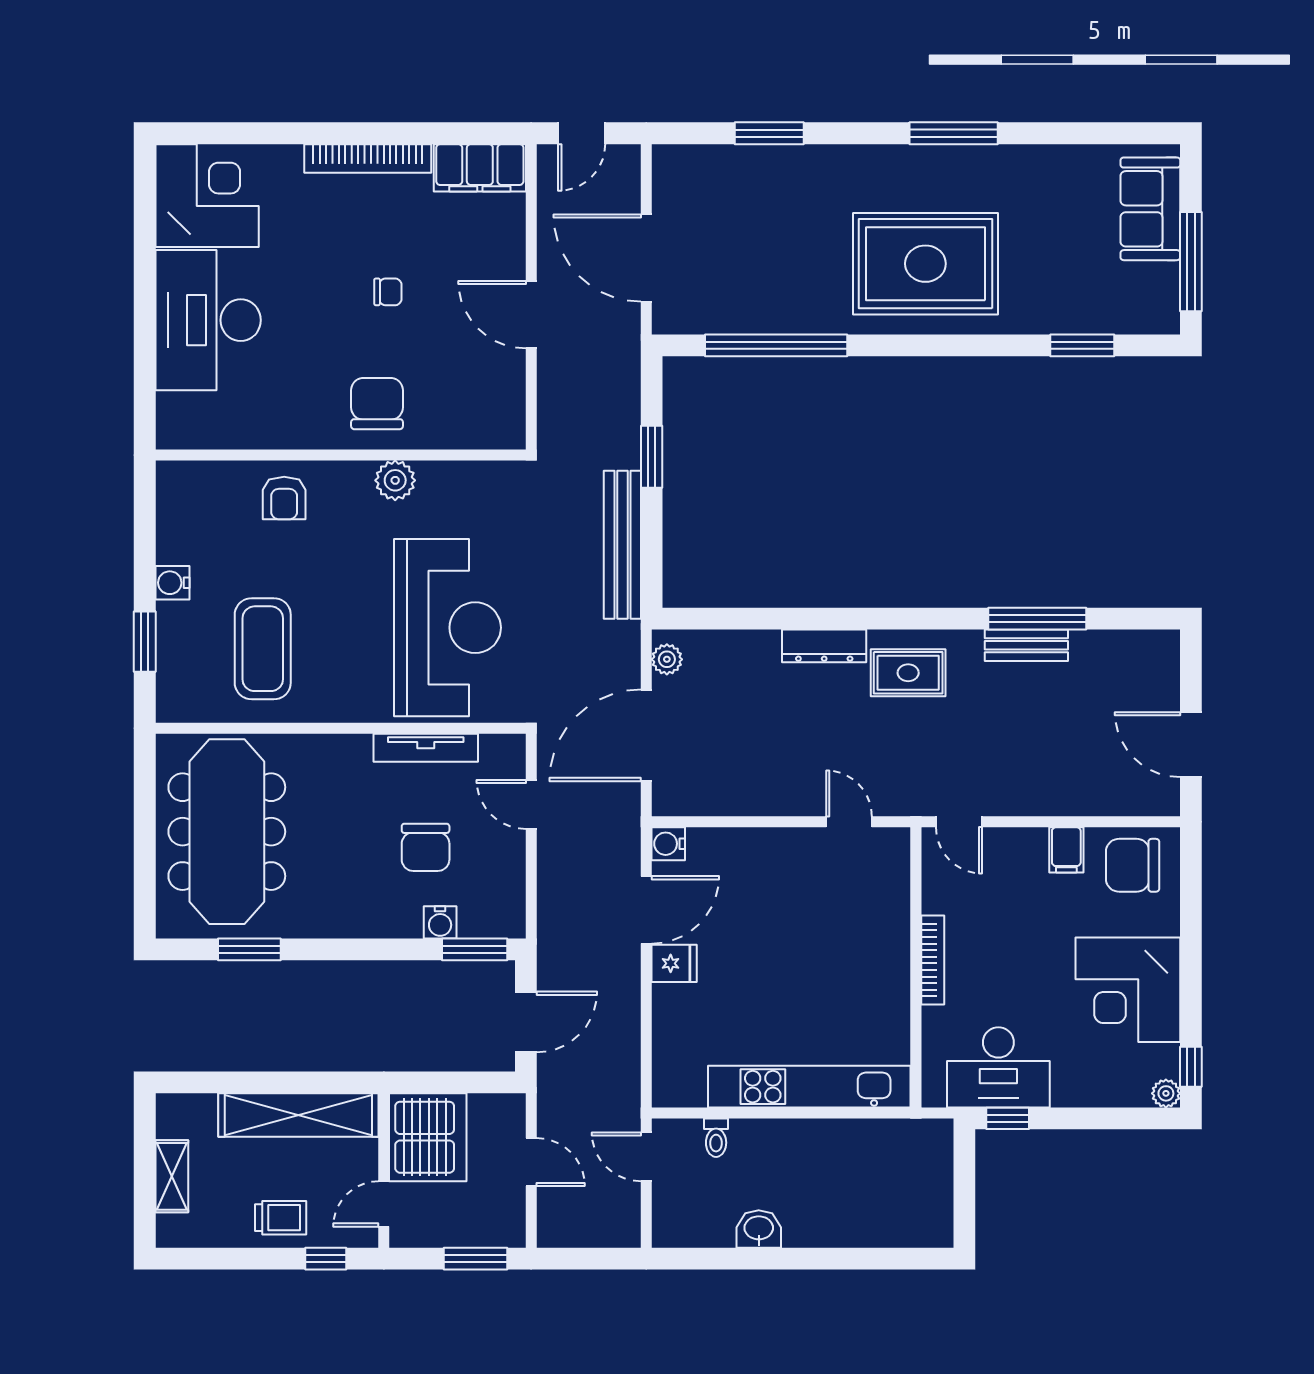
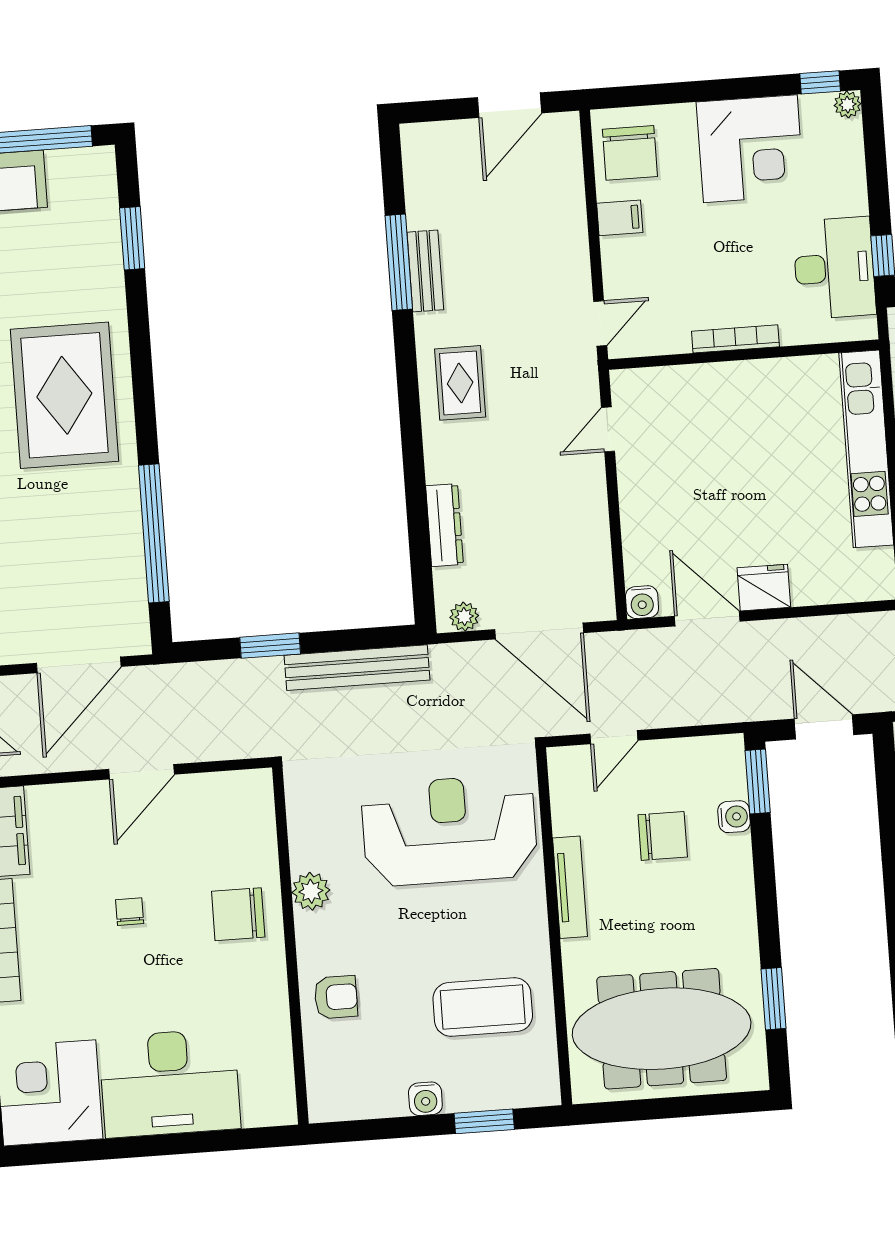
dresser: (824, 646) -> (445, 525), moved
tv unit: (426, 748) -> (570, 887), moved
fridge: (674, 963) -> (764, 588), width x1.38

